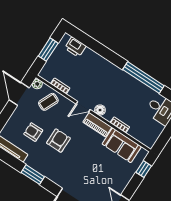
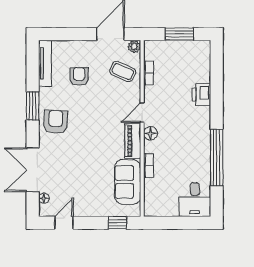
printer: (75, 47) -> (201, 95), moved
door: (83, 107) -> (142, 113), hinge flipped
armchair: (58, 141) -> (56, 122), moved, turned -87

